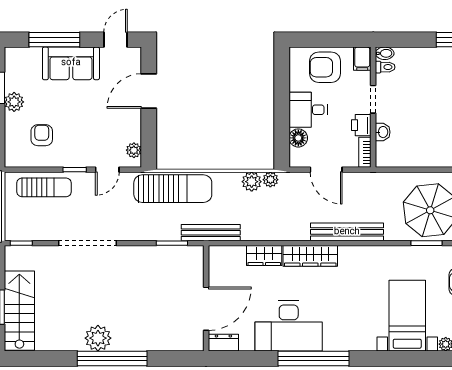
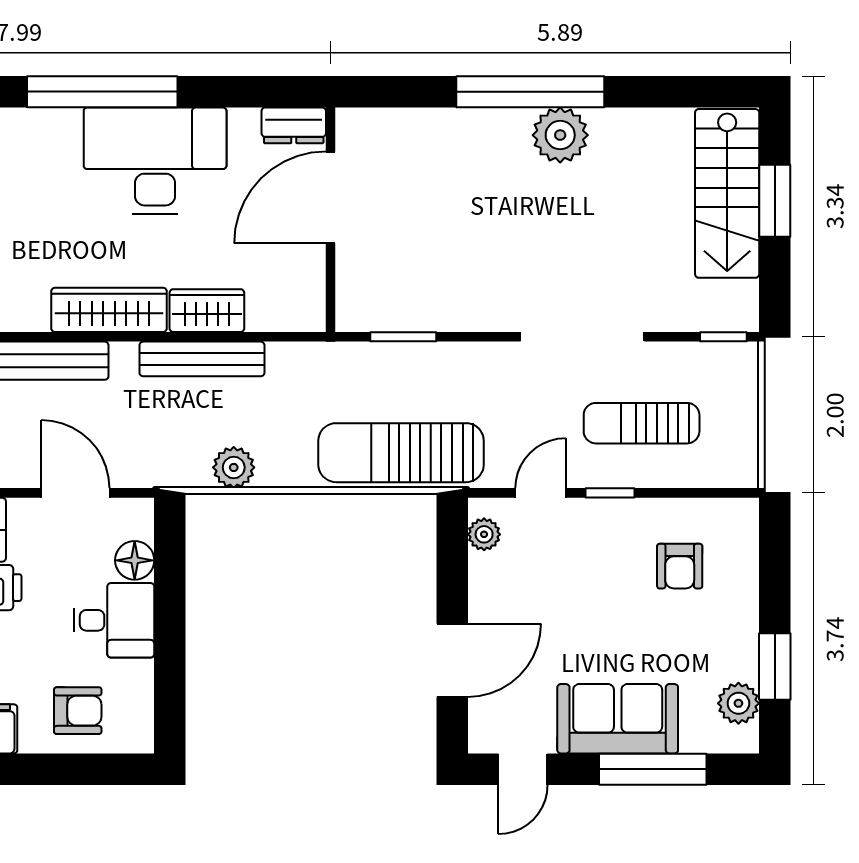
armchair: (325, 67) -> (78, 711), width x0.72, depth x0.72
plant: (14, 102) -> (738, 703), moved
plant: (270, 180) -> (194, 472), removed
sun lounger: (44, 187) -> (642, 423), moved
bench: (211, 233) -> (202, 359), moved

